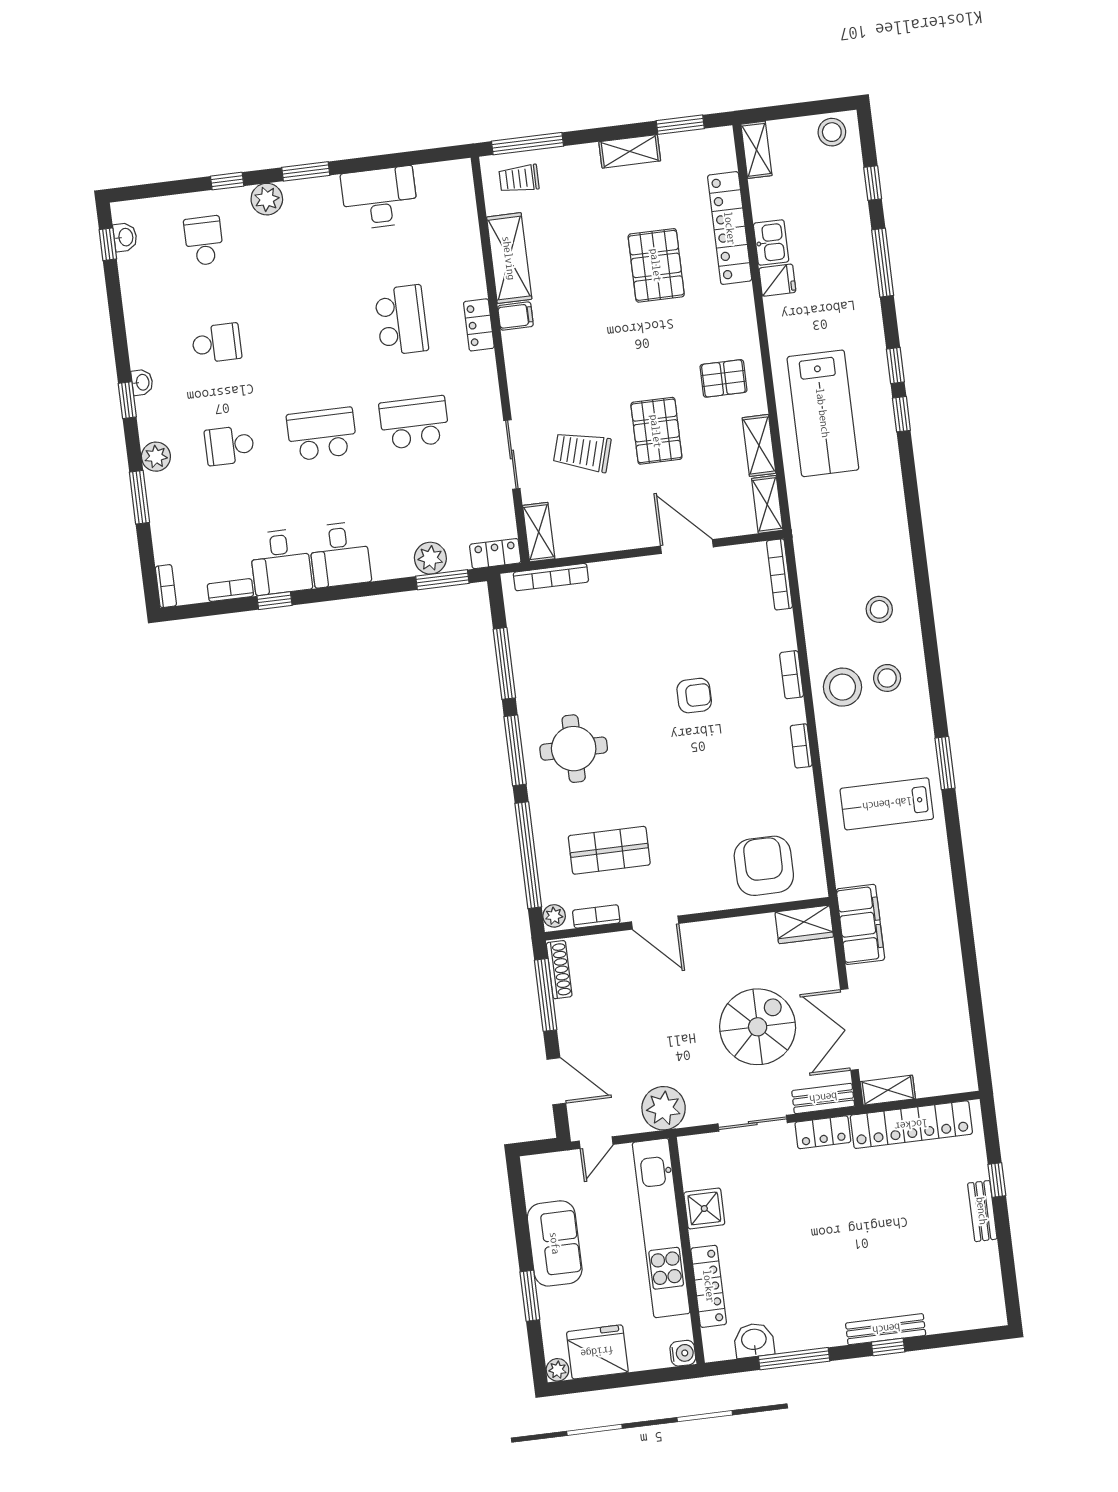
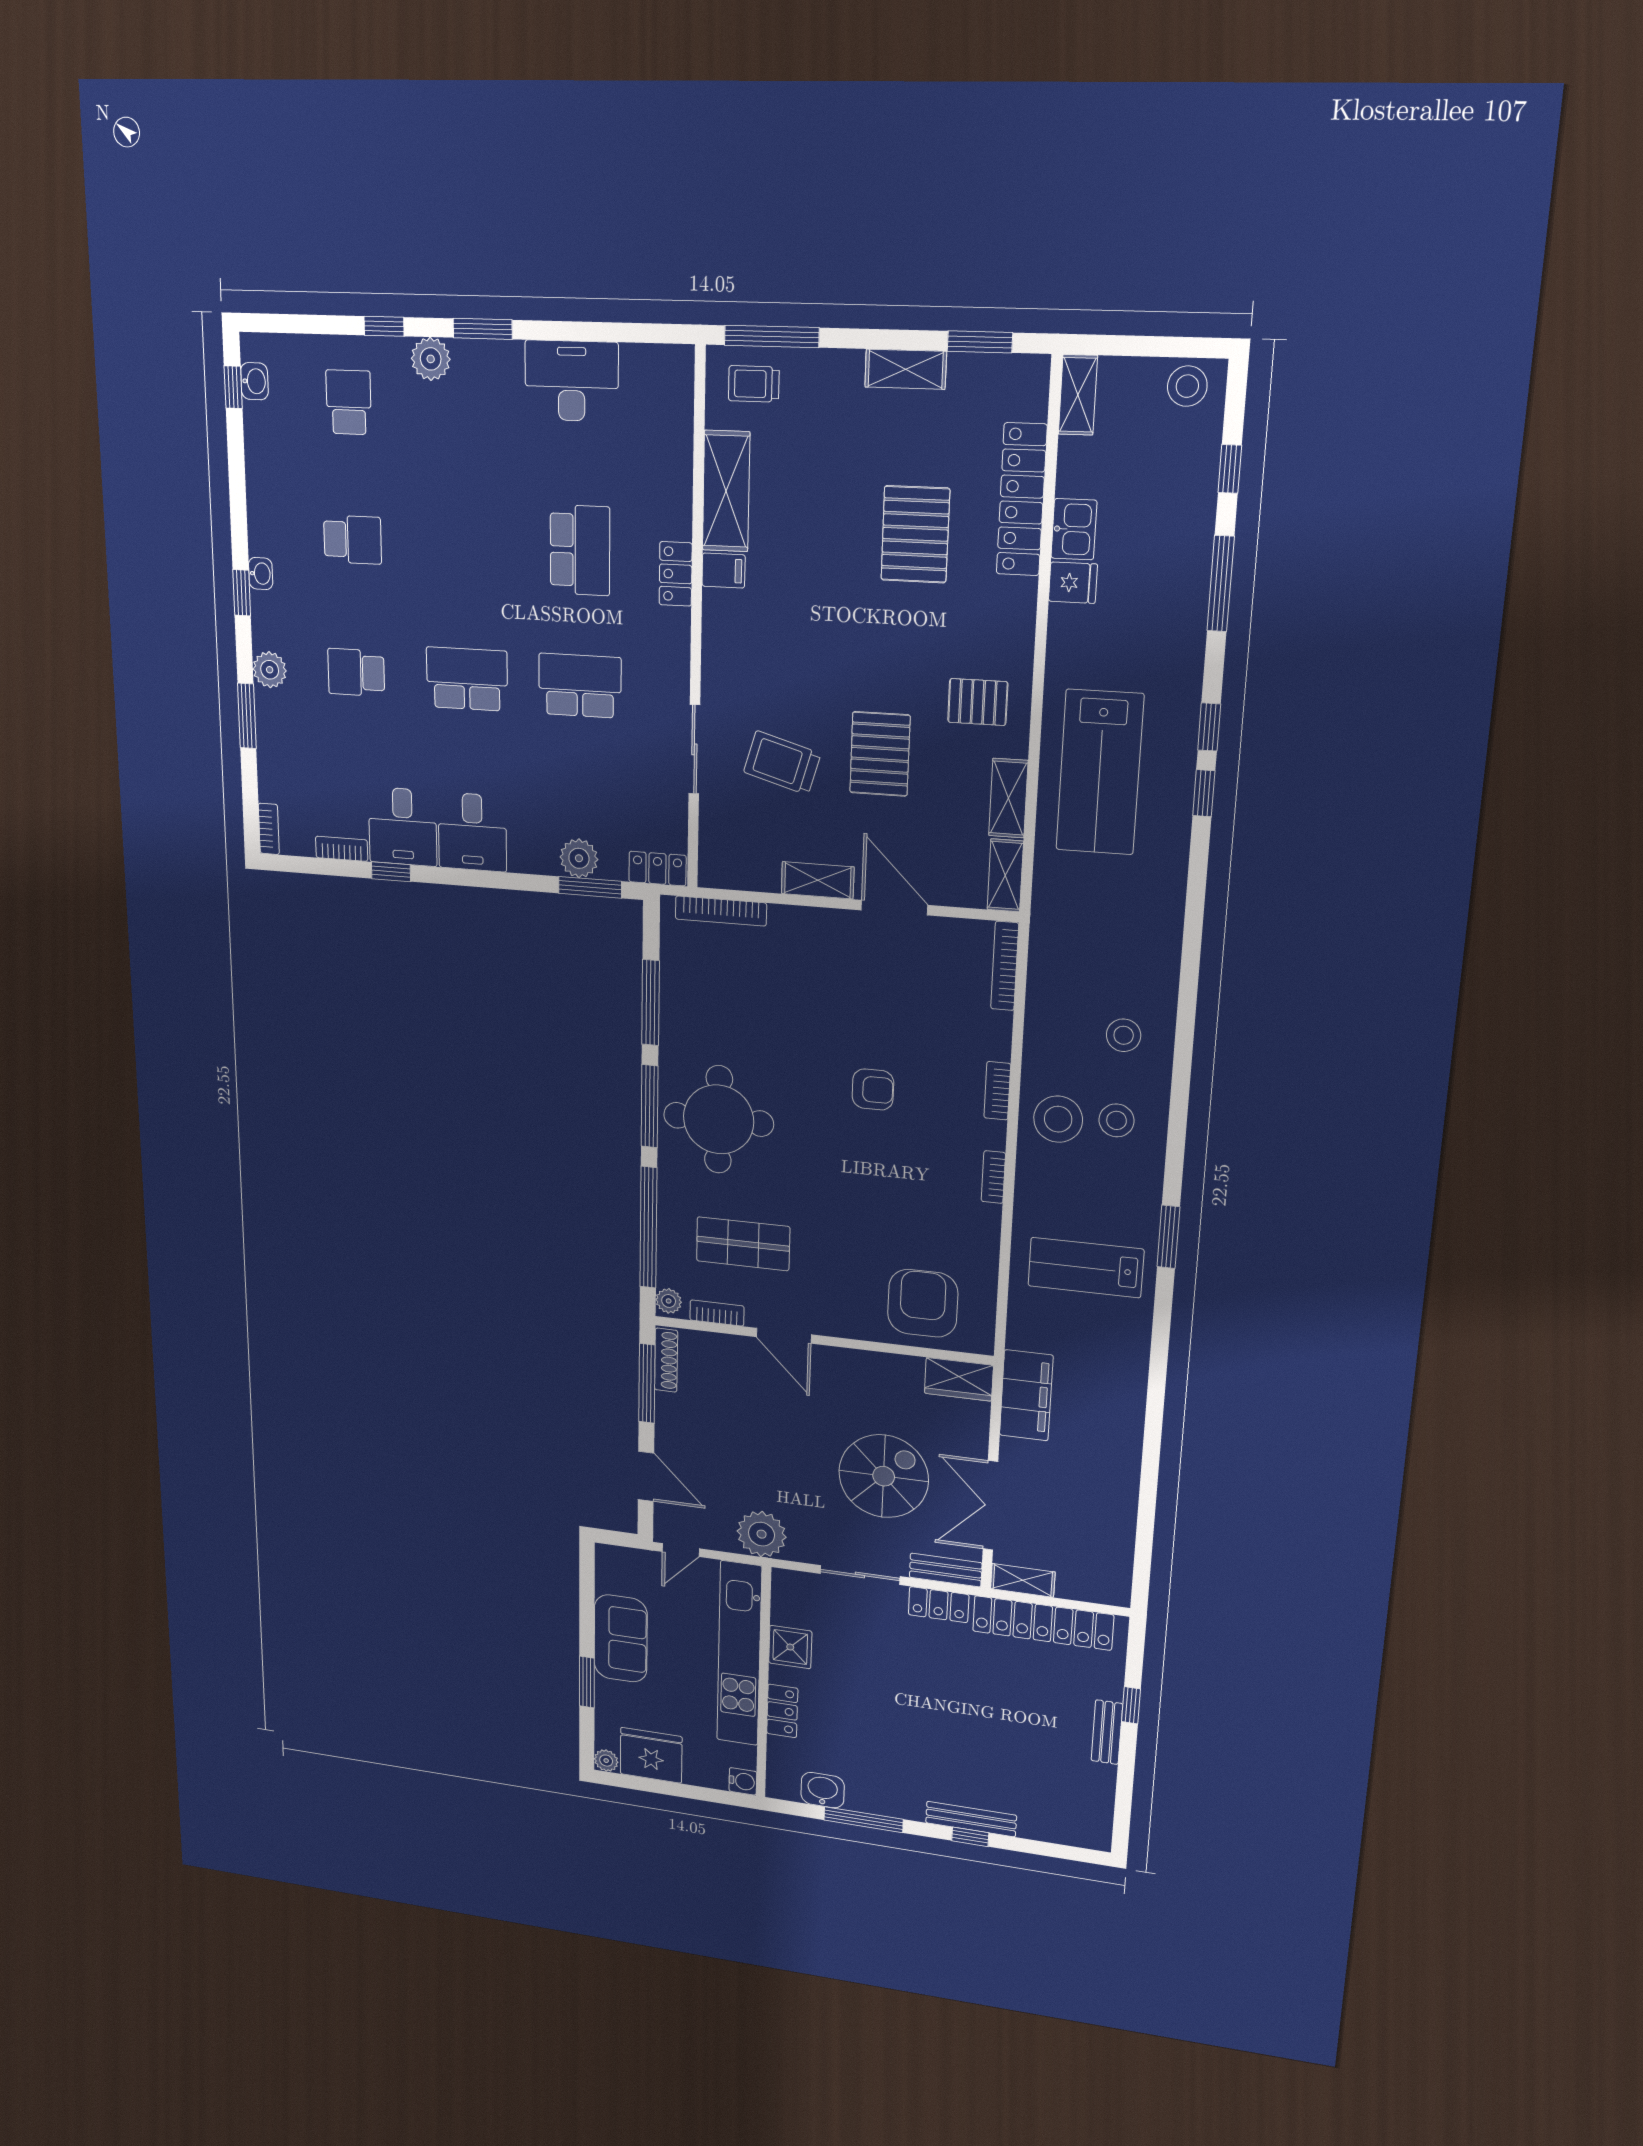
shelving: (539, 532) -> (818, 880), moved, turned 90
round table: (574, 749) -> (719, 1119), width x1.36, depth x1.36
locker: (709, 1286) -> (782, 1711), width x0.66

